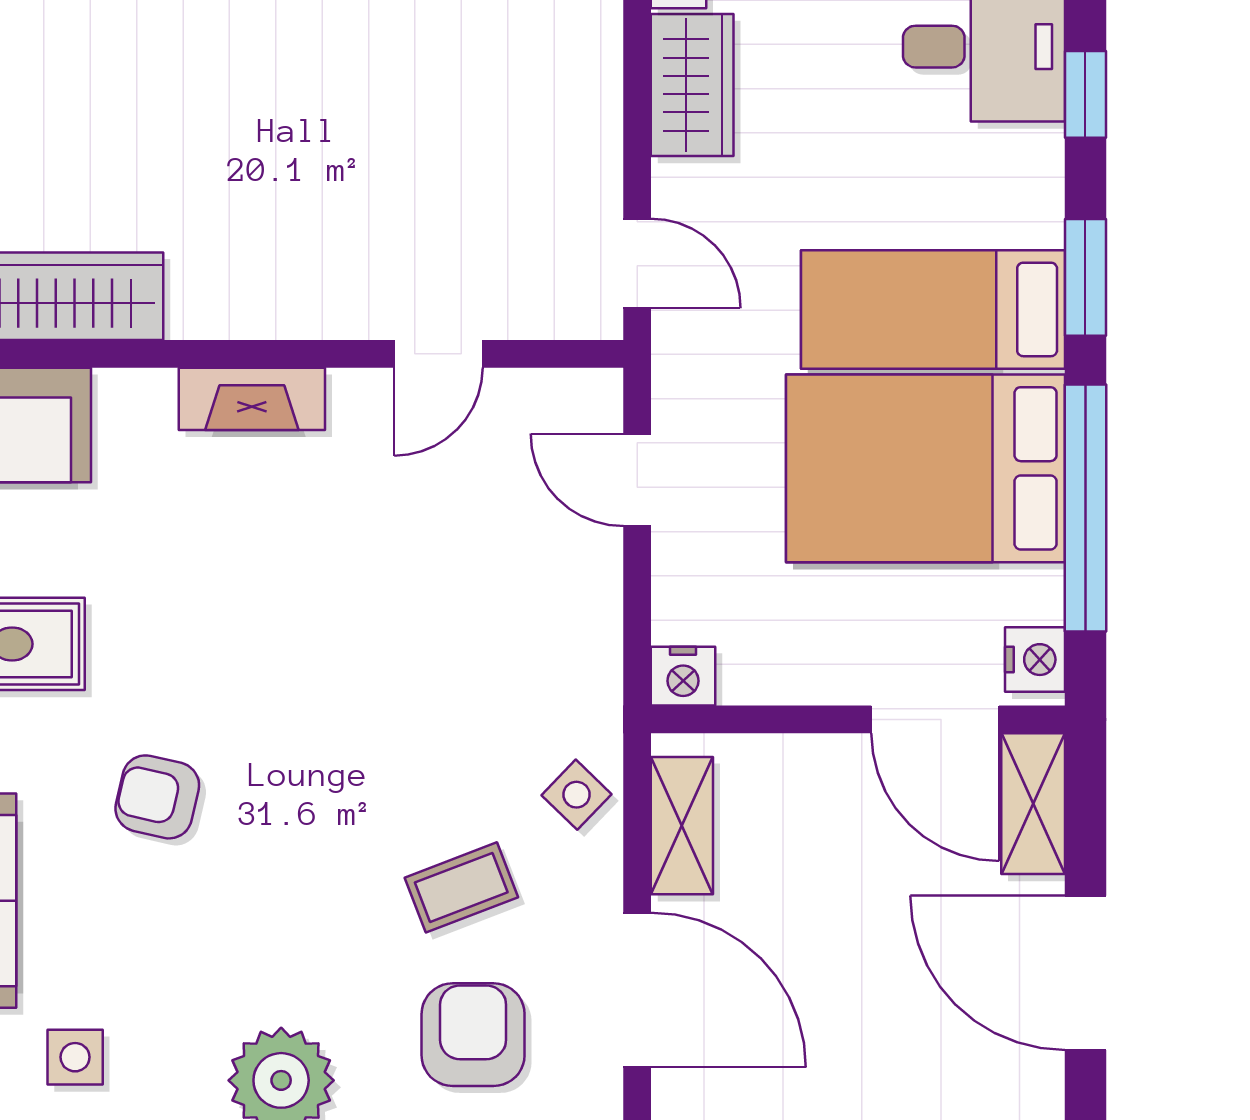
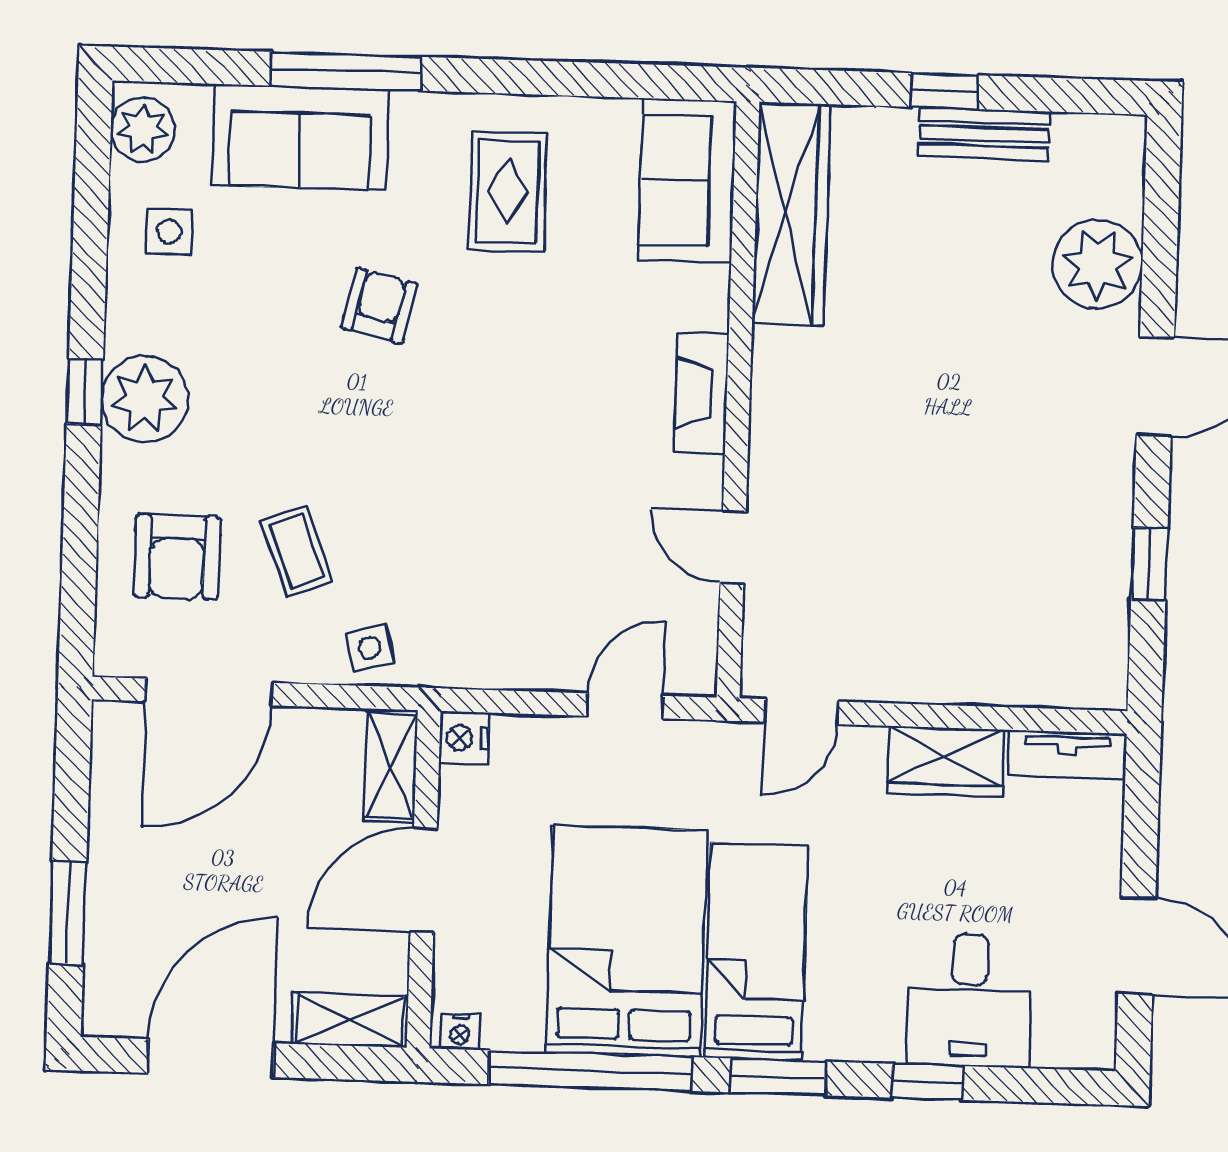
nightstand: (1035, 660) -> (460, 1032), width x0.72, depth x0.74
door: (935, 719) -> (424, 880), moved
side table: (577, 795) -> (370, 648), turned 31
shelving: (682, 826) -> (391, 765), moved, turned 90
armchair: (473, 1035) -> (177, 557), turned 90

